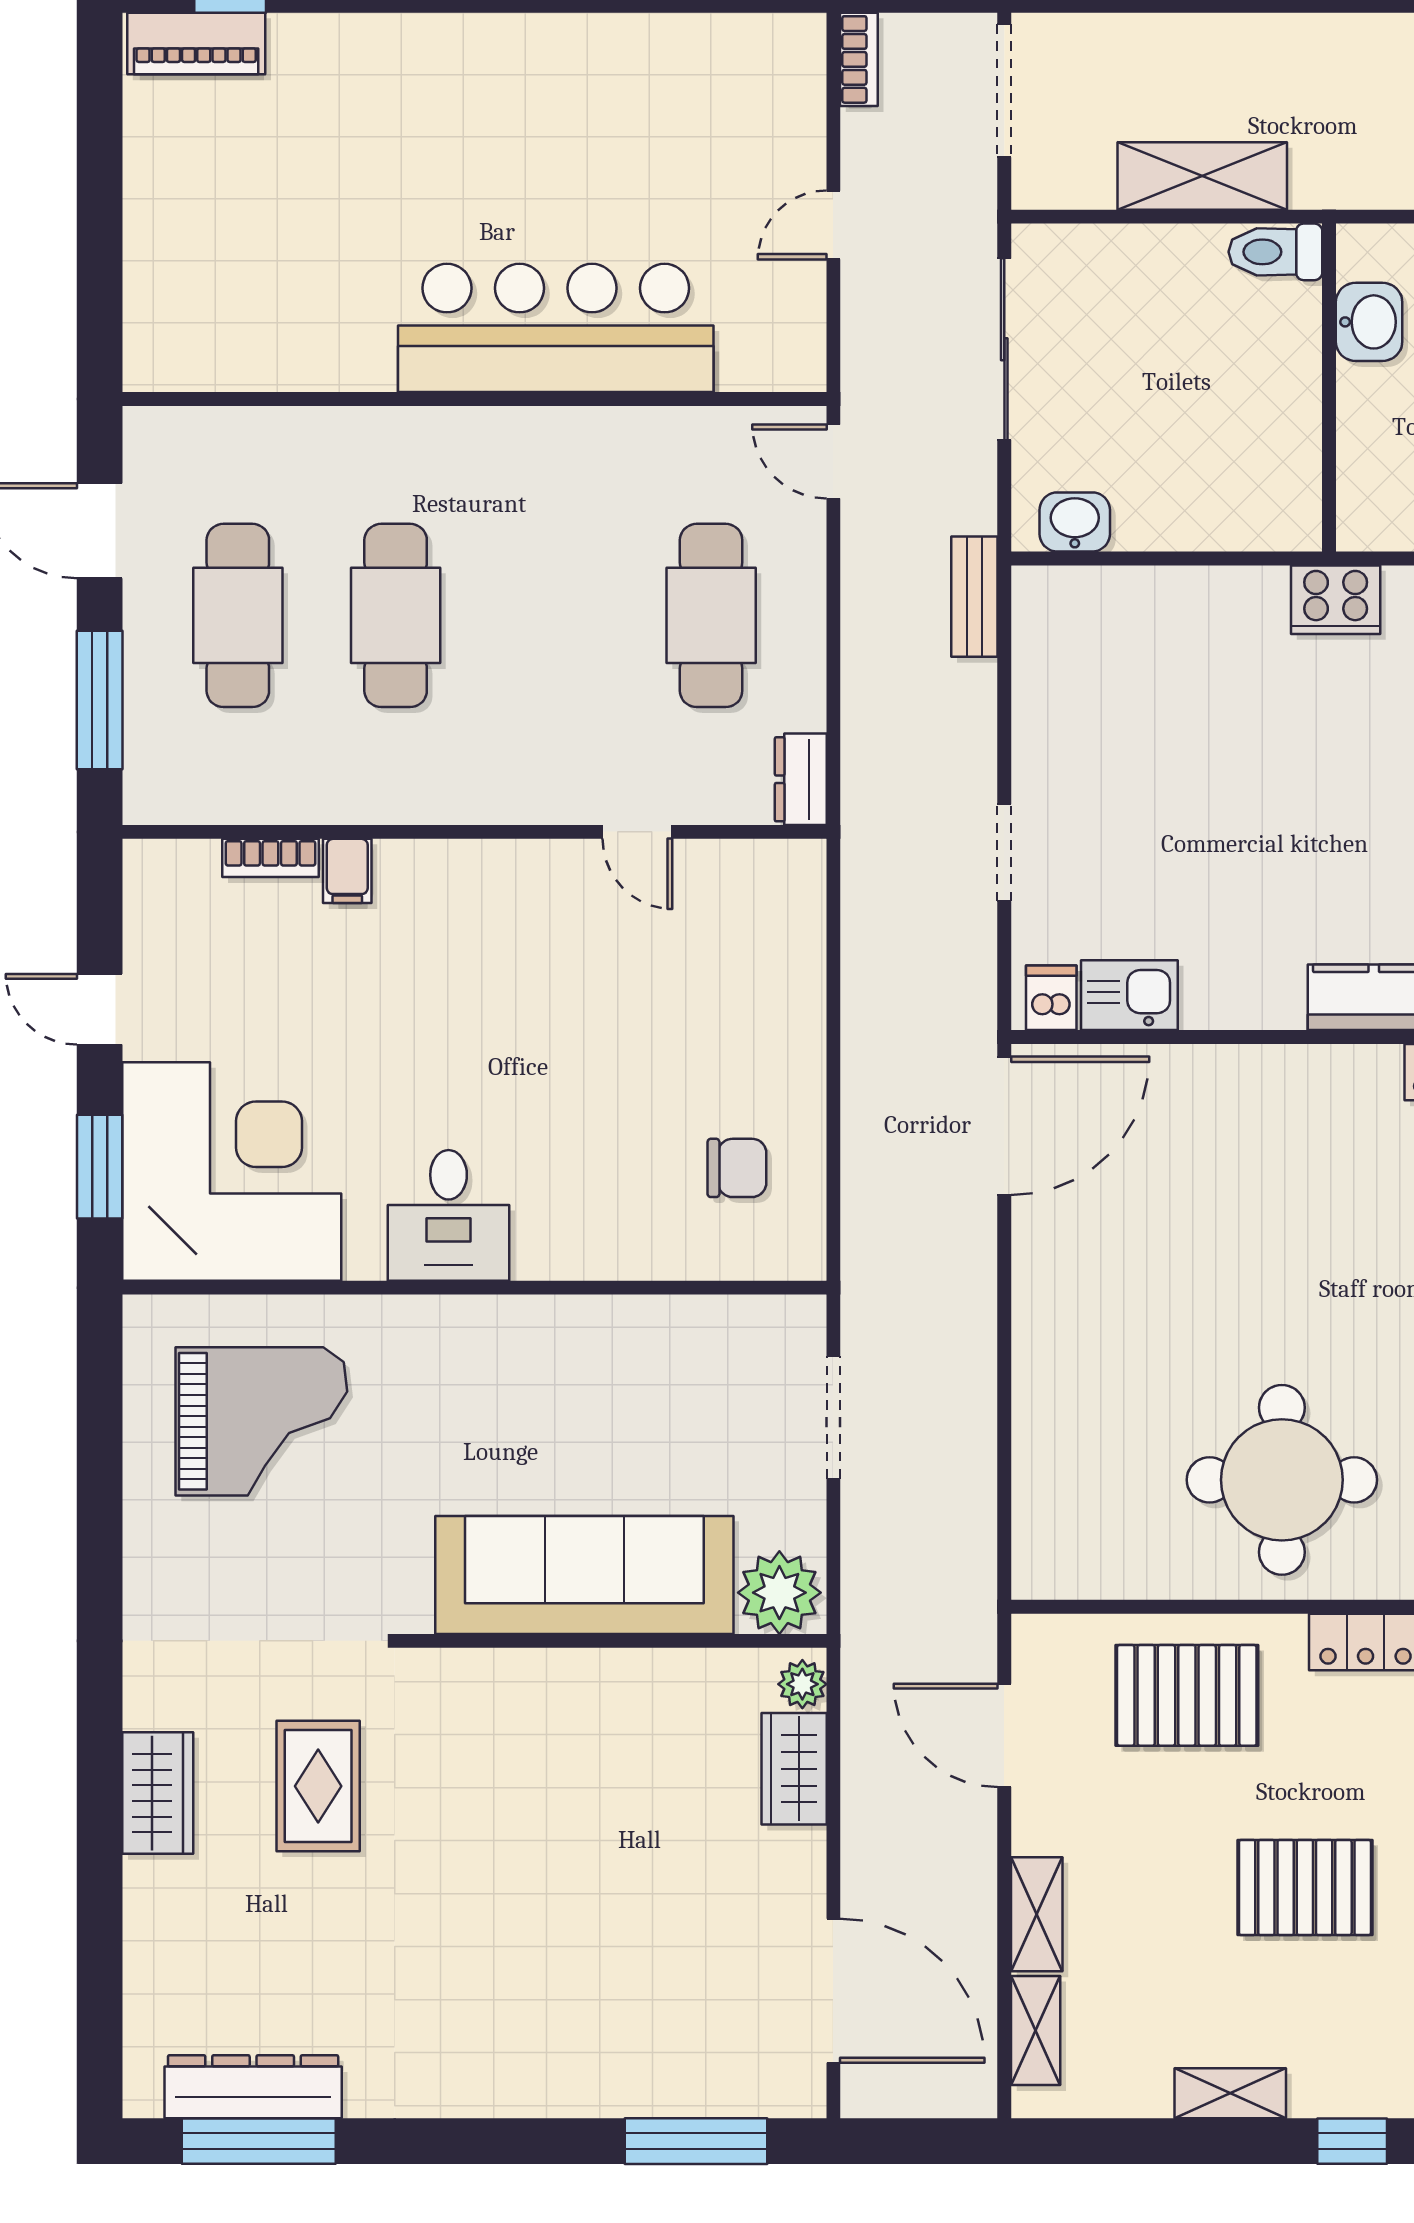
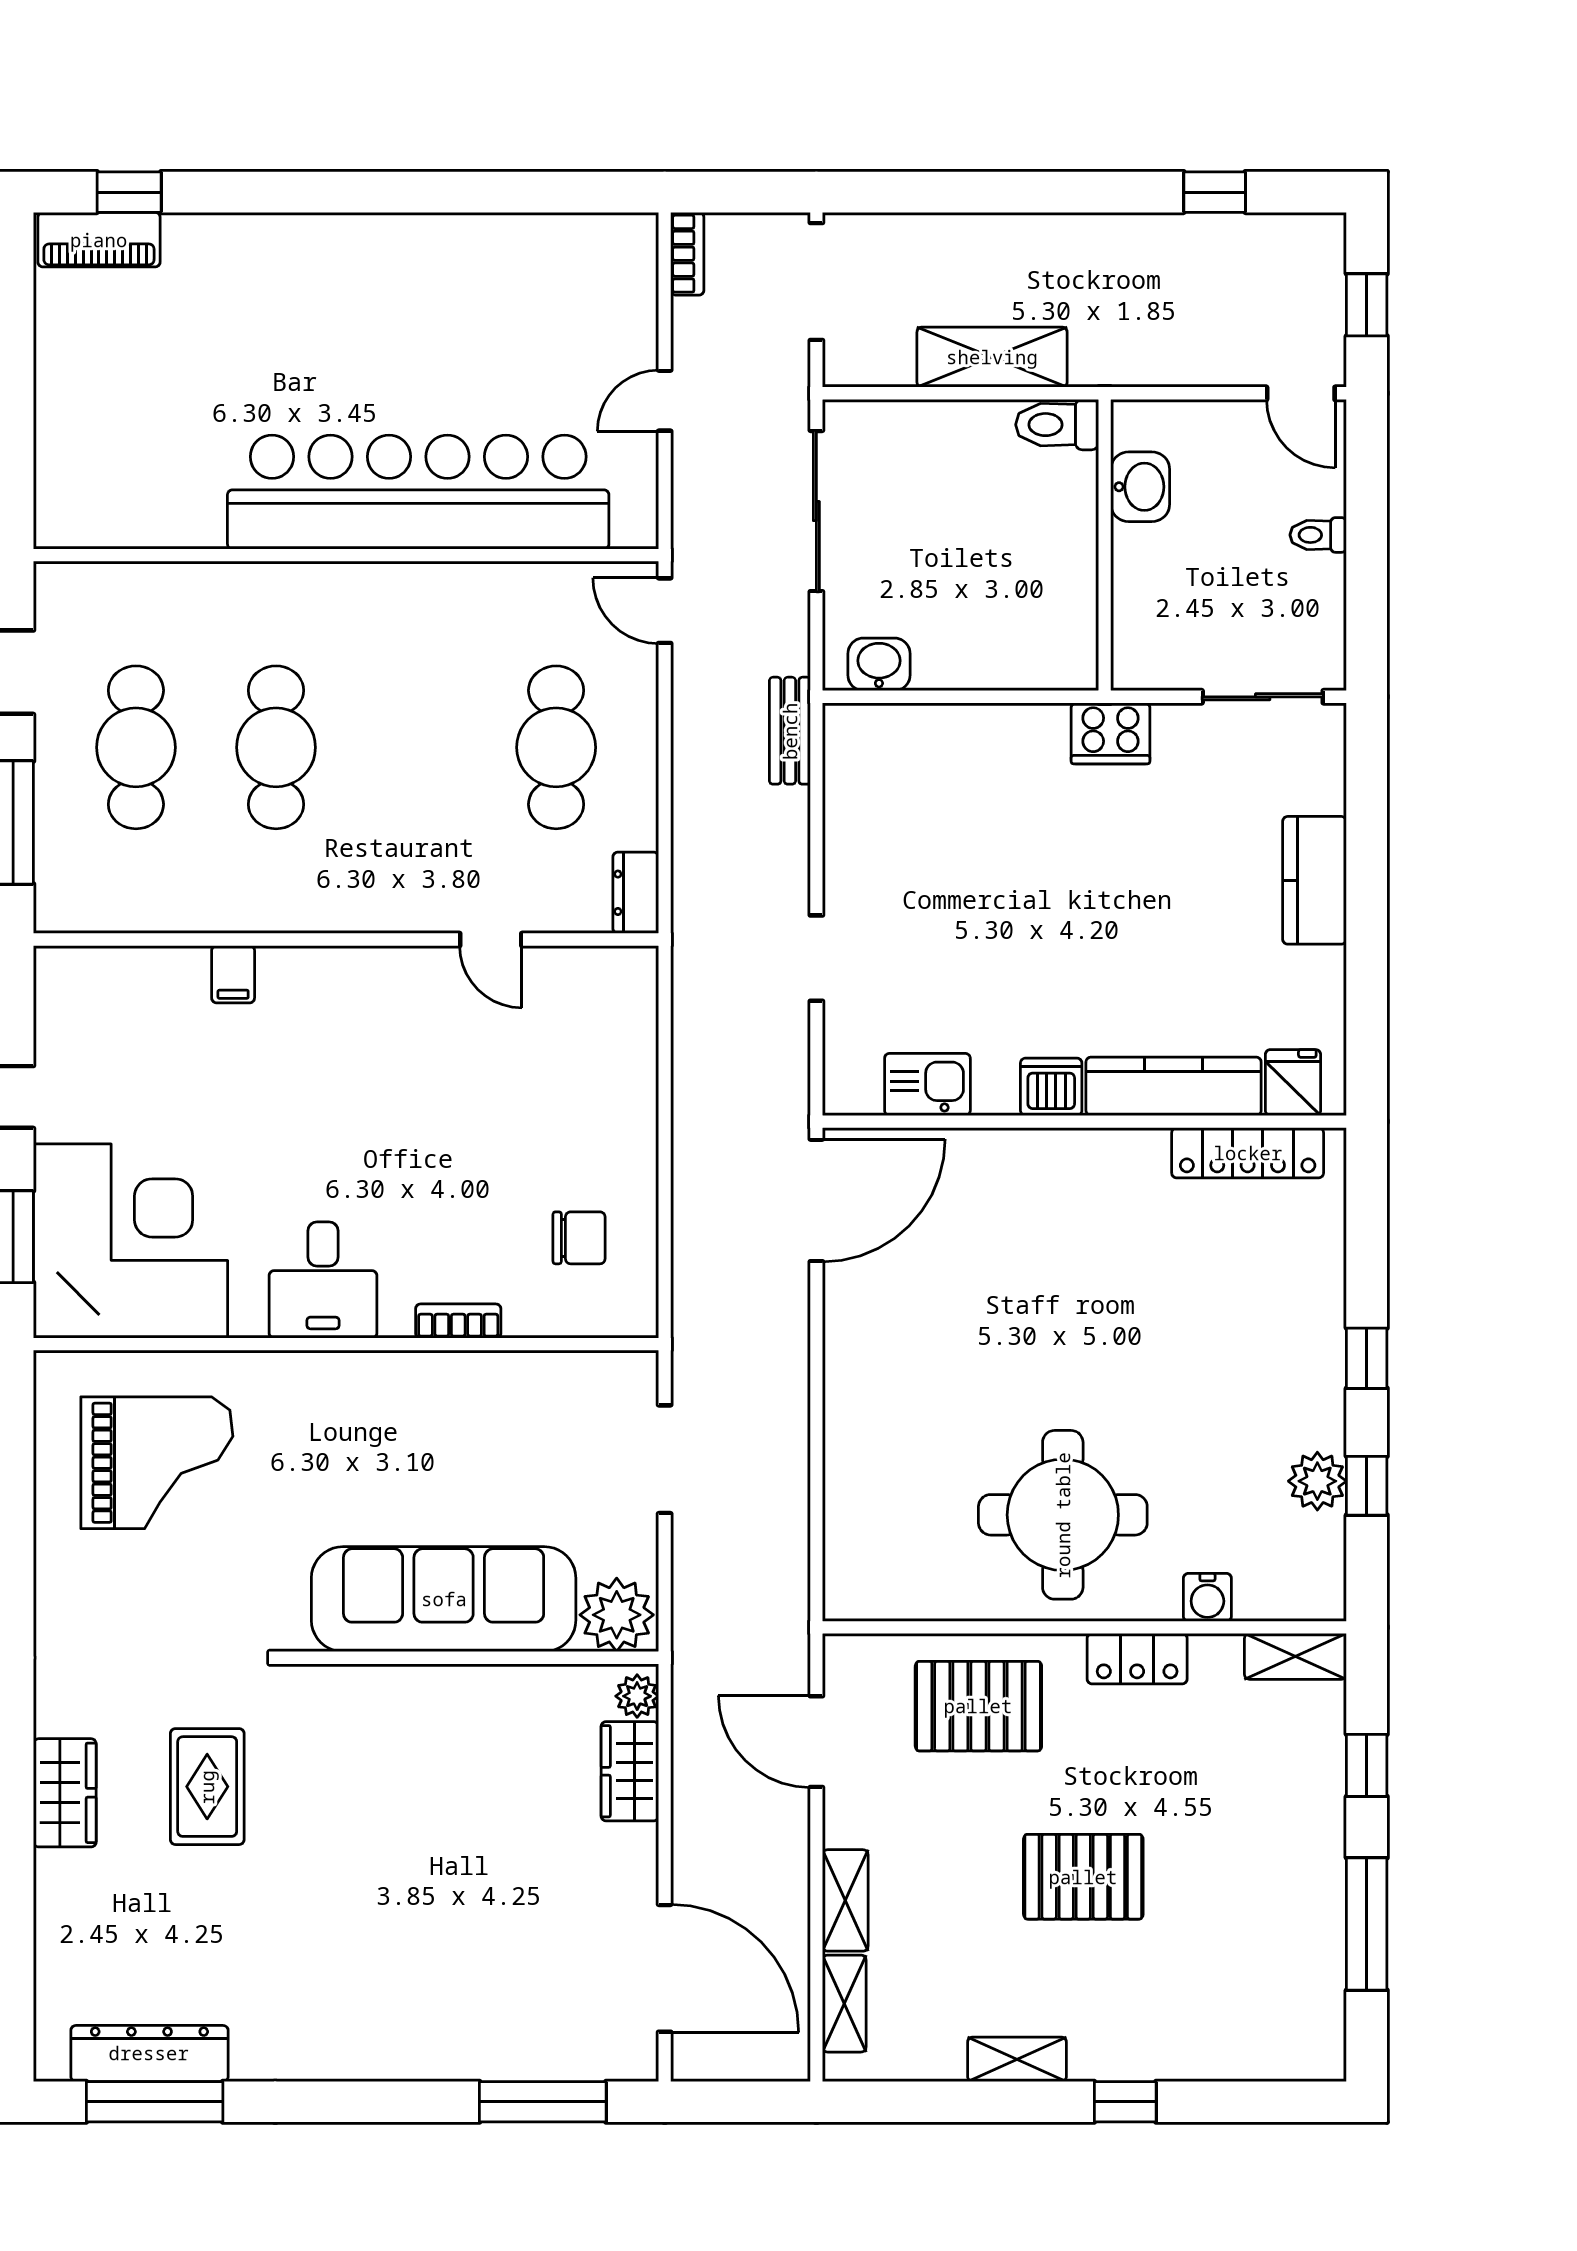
bar counter: (556, 328) -> (418, 492), width x1.36
bookcase: (270, 858) -> (458, 1321), moved, turned 180
dishwasher: (1051, 998) -> (1051, 1087), moved, width x1.38

